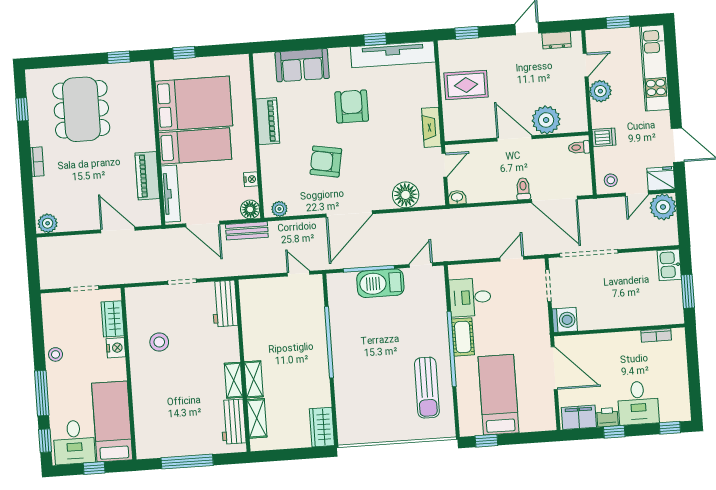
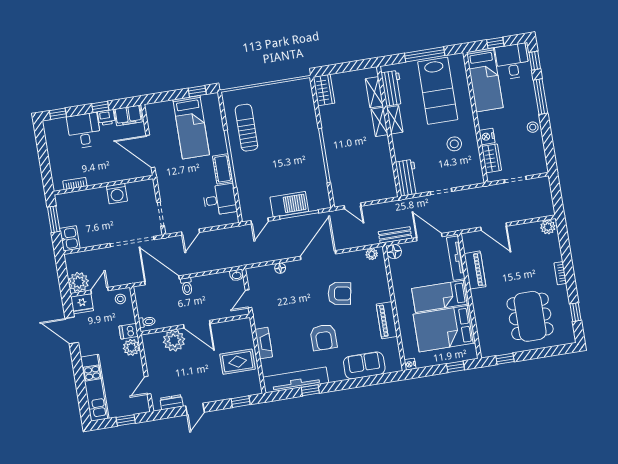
plant: (600, 91) -> (131, 347), moved
fireplace: (431, 127) -> (264, 343), moved
nightstand: (251, 179) -> (410, 364), moved
floor lamp: (406, 195) -> (280, 268), width x0.53, depth x0.53
washing machine: (565, 320) -> (117, 194), moved, turned -90
lab bench: (175, 413) -> (438, 91), added

